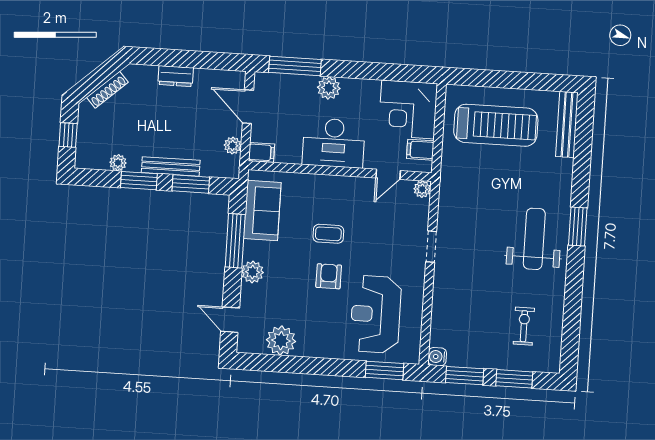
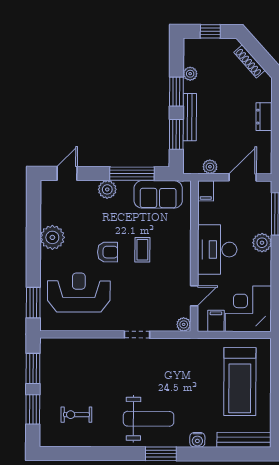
door: (388, 174) -> (194, 296), swing flipped
exercise bike: (524, 326) -> (76, 415), turned 180
plant: (281, 341) -> (52, 237), moved
water cooler: (437, 357) -> (197, 440), moved, turned 180

